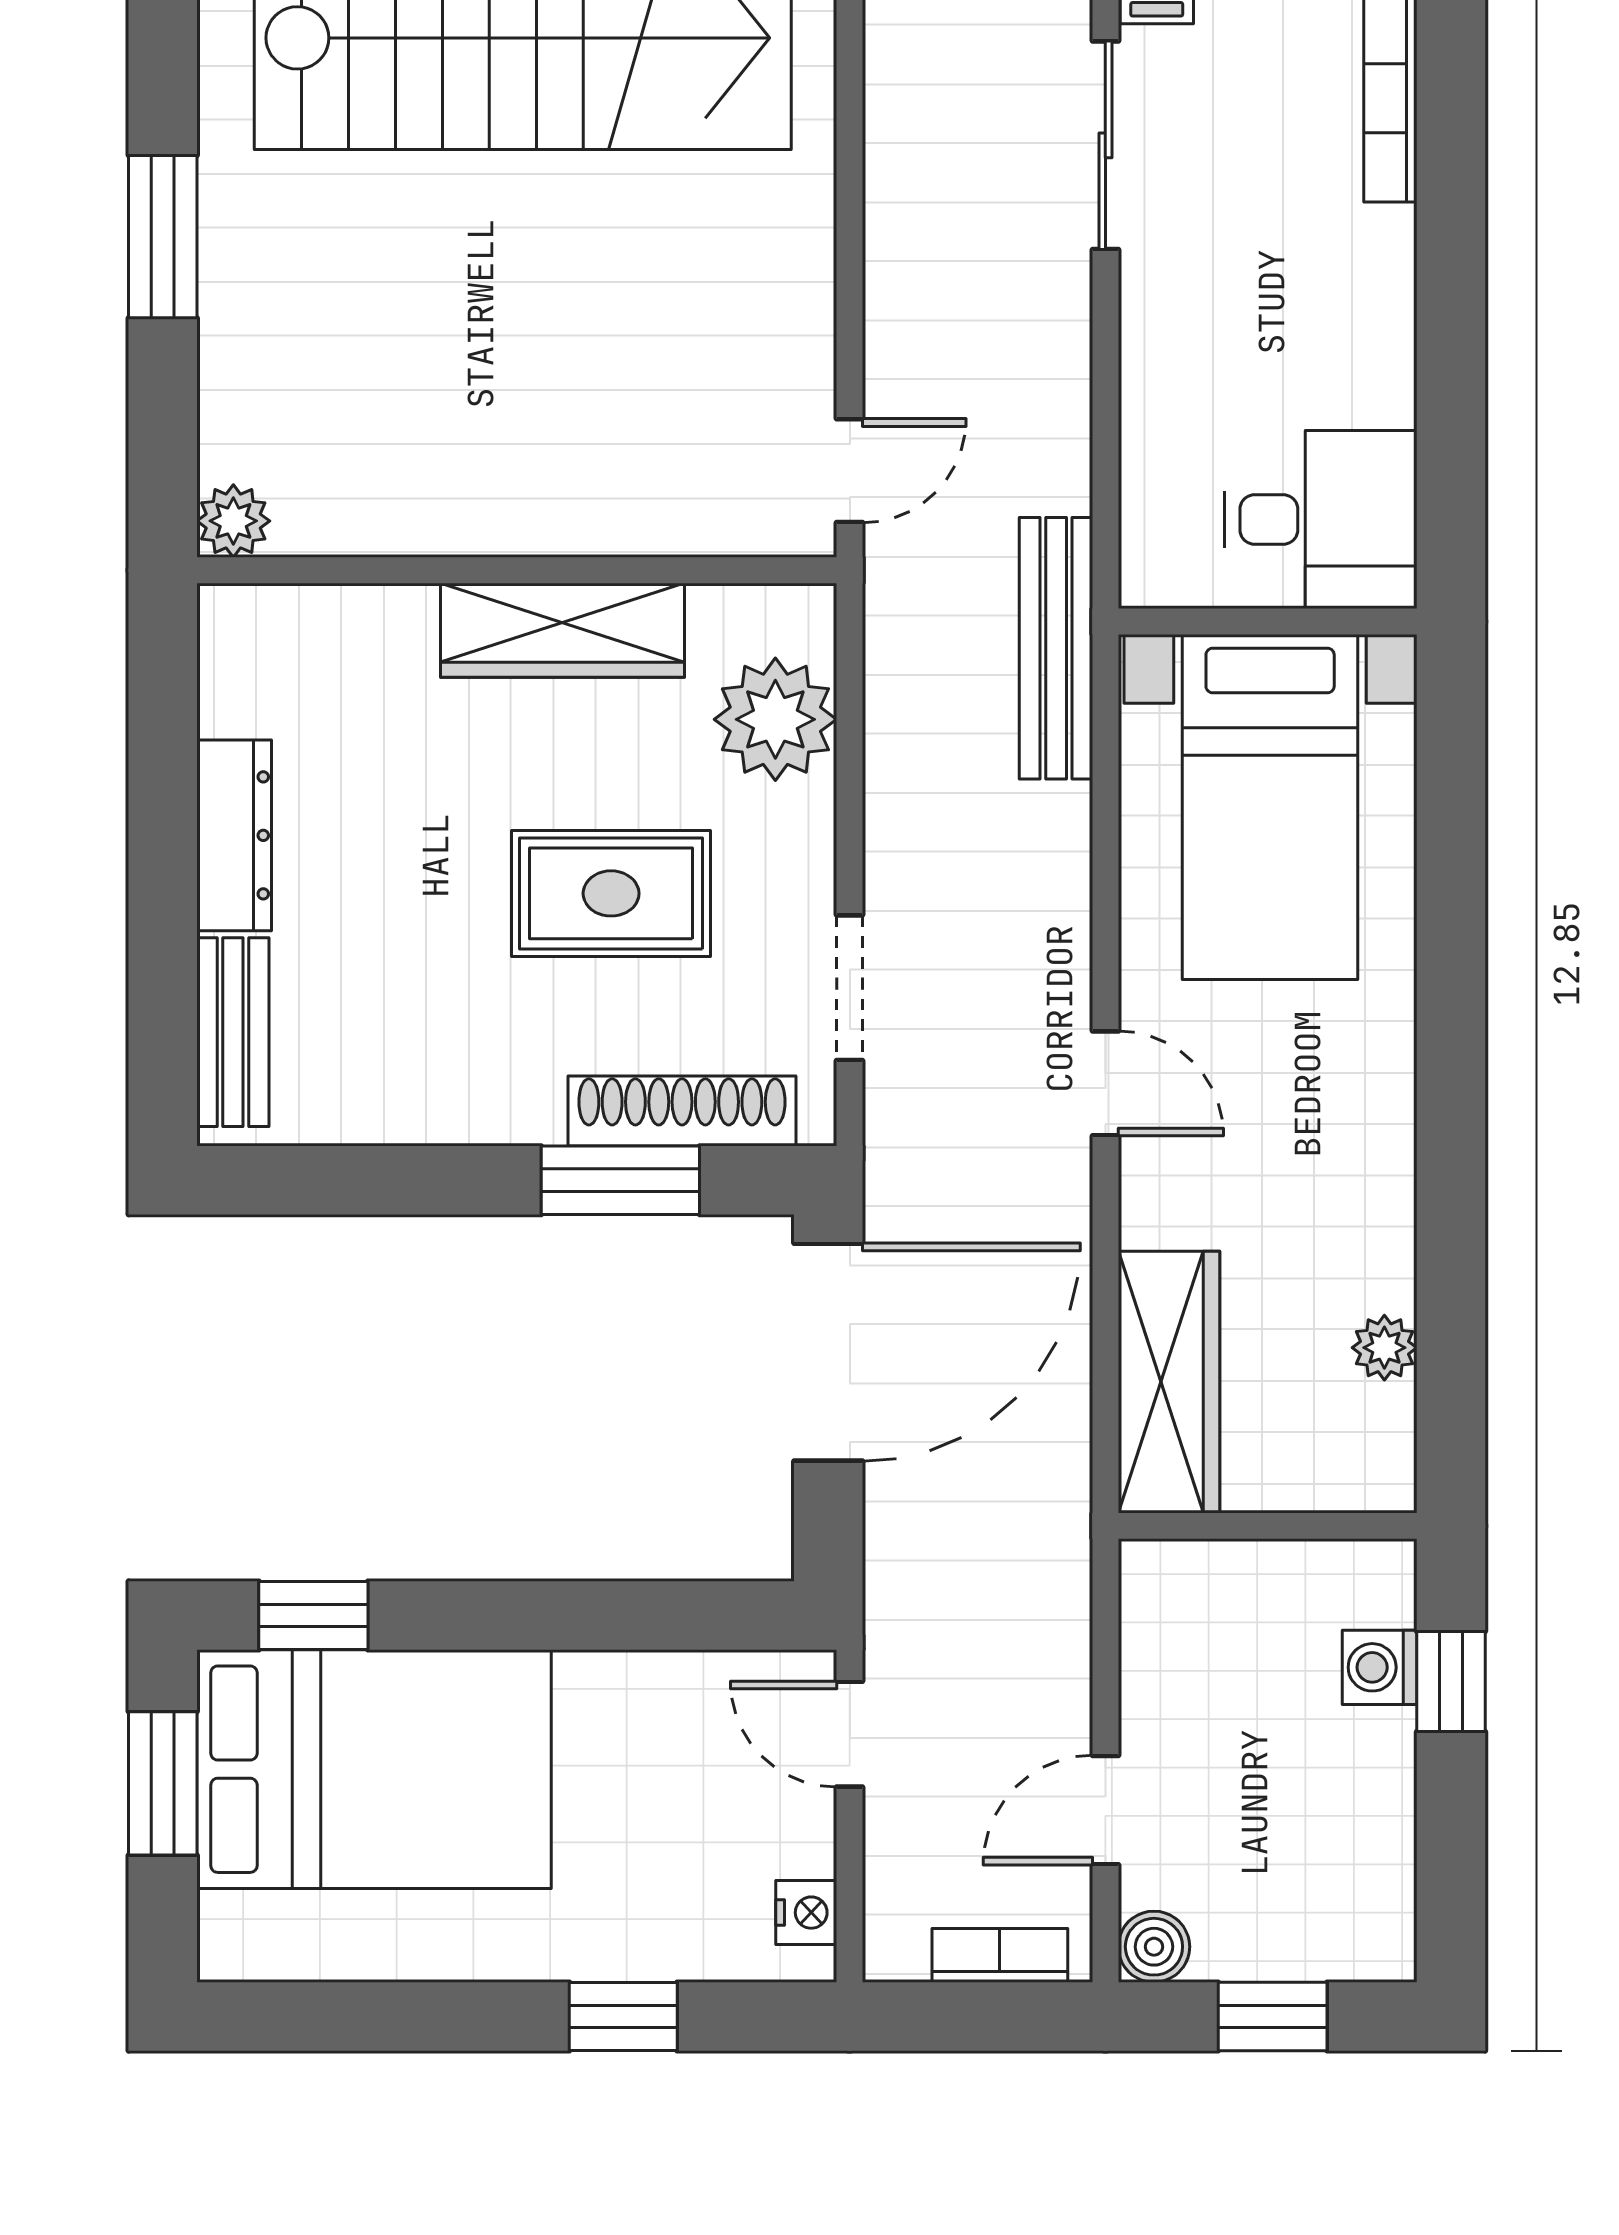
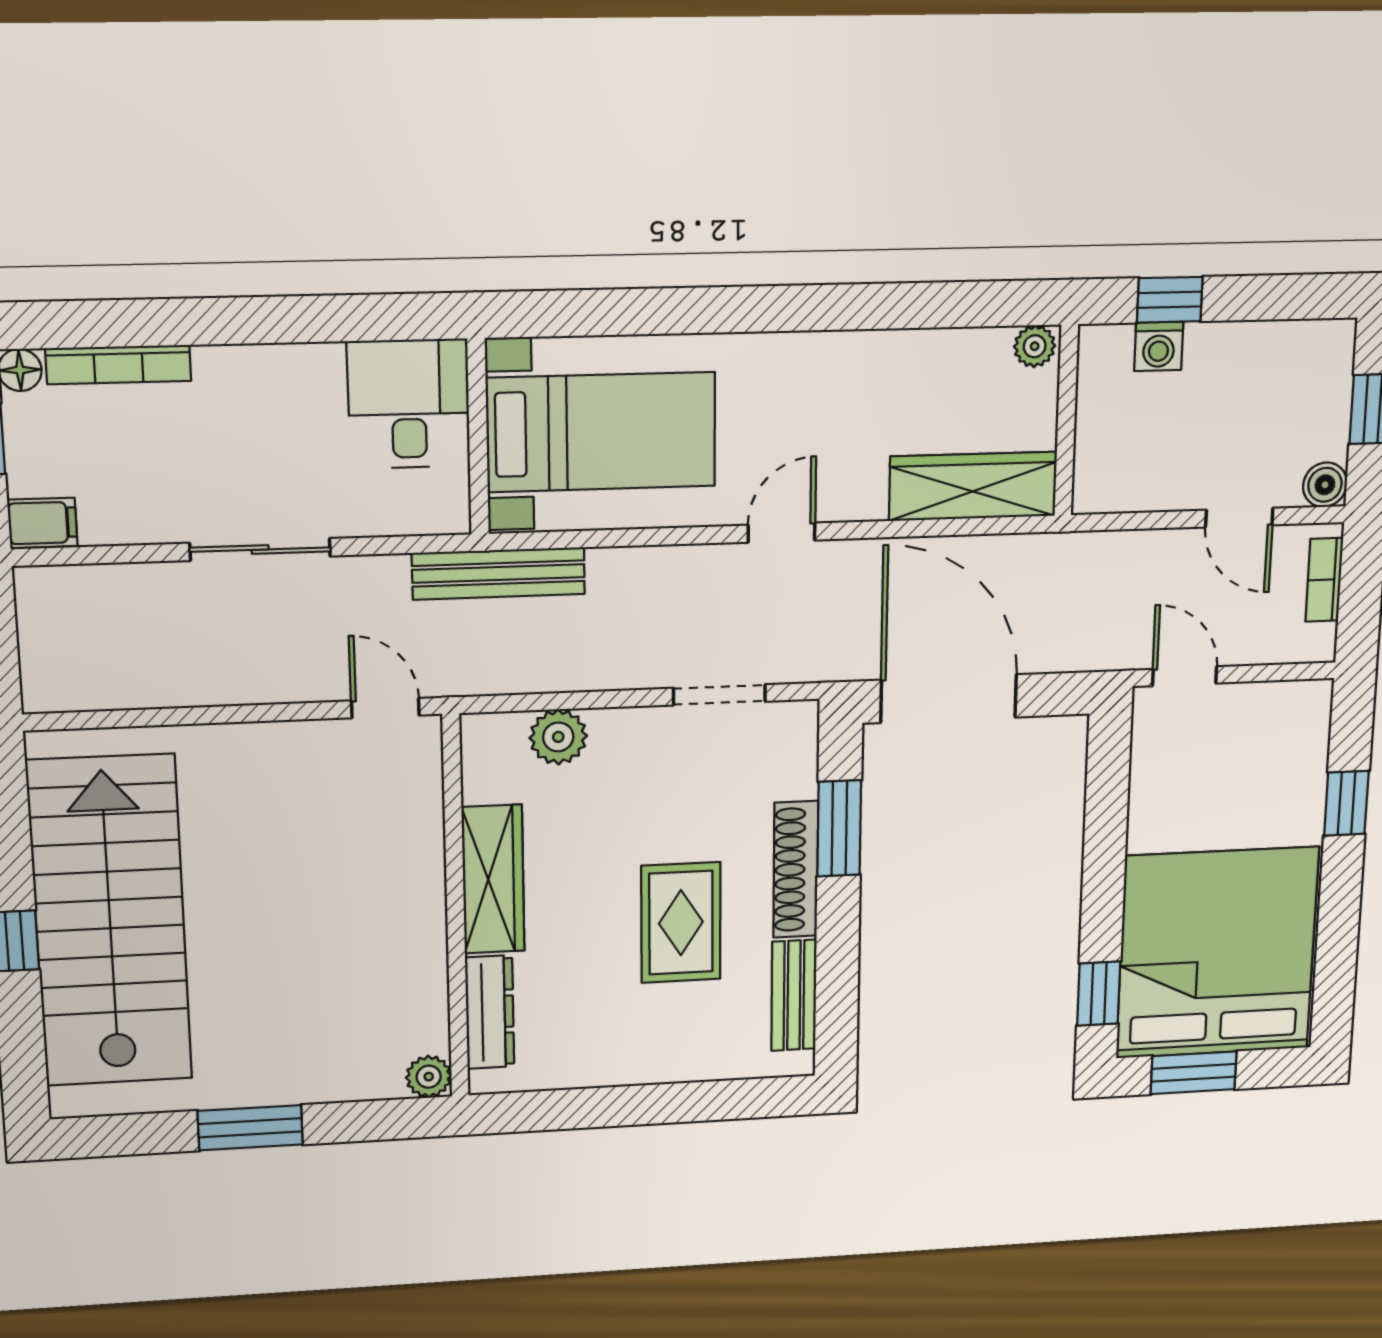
sliding door: (1105, 145) -> (260, 550), moved
plant: (775, 719) -> (558, 737), width x0.73, depth x0.73
dresser: (234, 835) -> (490, 1012), moved, turned 90
rug: (611, 893) -> (681, 923), moved
bench: (233, 1032) -> (794, 995), moved, turned 90
shoe rack: (682, 1111) -> (796, 870), moved
plant: (1384, 1348) -> (1035, 346), moved
door: (850, 1734) -> (1185, 676), swing flipped
bed: (374, 1769) -> (1217, 953), width x1.36
nightstand: (806, 1913) -> (1291, 698), removed

